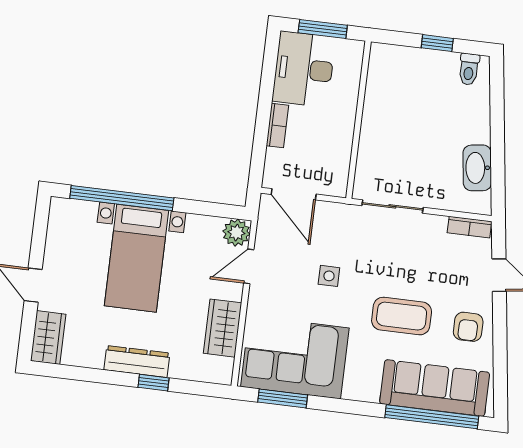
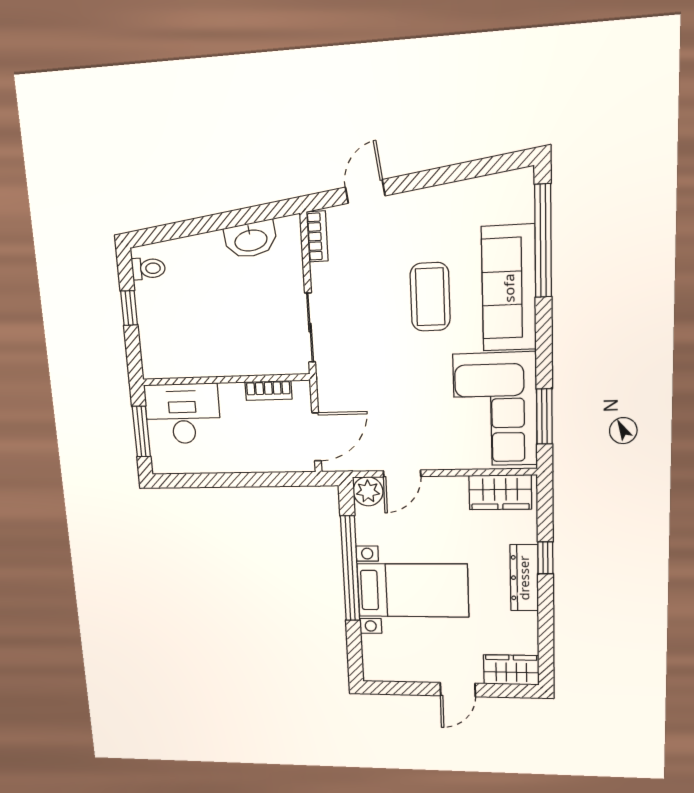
desk: (304, 69) -> (183, 414), moved, turned 180
bookcase: (277, 125) -> (268, 391), moved, turned 180
window: (122, 198) -> (350, 569), moved
door: (249, 266) -> (402, 474), hinge flipped
side table: (329, 276) -> (398, 386), removed
armchair: (468, 327) -> (431, 217), removed
wardrobe: (223, 328) -> (500, 492), moved
sofa: (435, 388) -> (509, 288), moved

